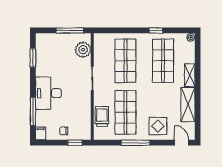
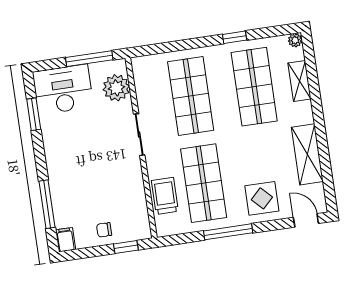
shelving: (190, 75) -> (299, 81), moved
desk: (48, 93) -> (63, 90), moved, turned 90

